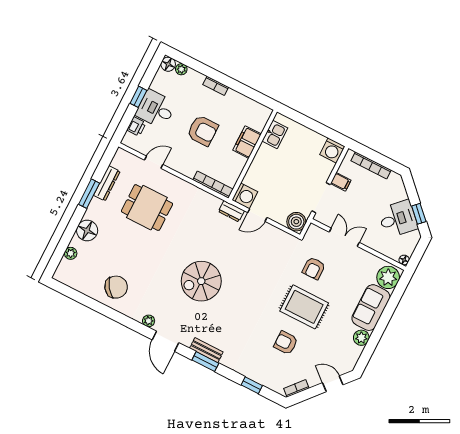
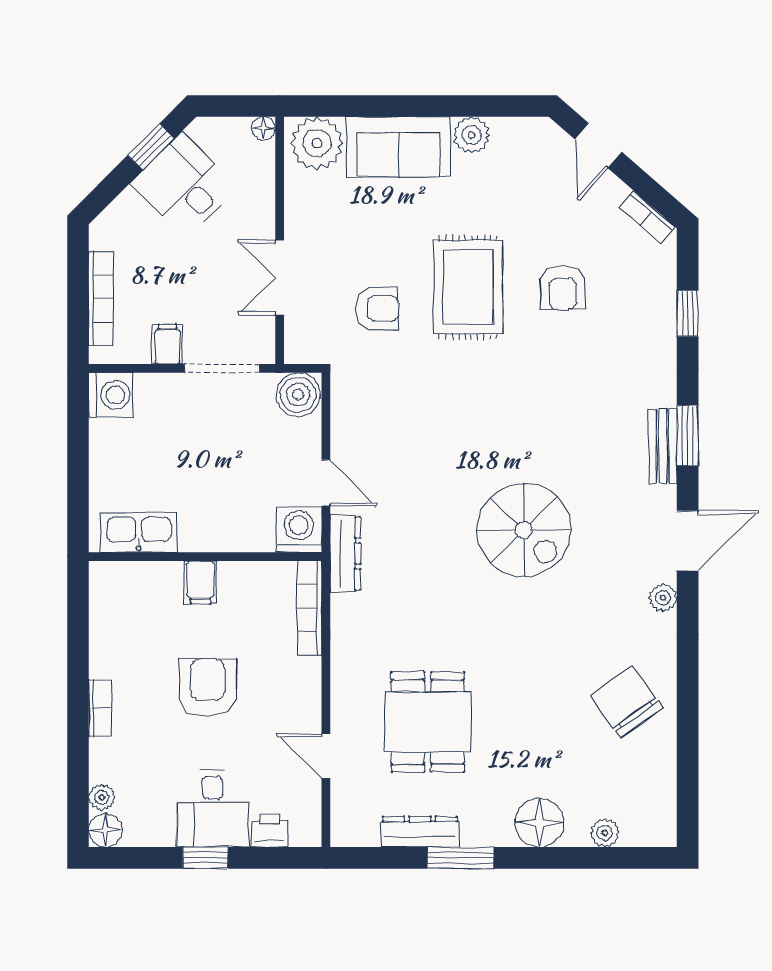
kitchen sink: (275, 134) -> (139, 532), width x1.38
filing cabinet: (247, 142) -> (200, 582), width x0.50
dresser: (231, 211) -> (345, 553), width x1.44

